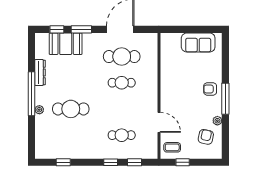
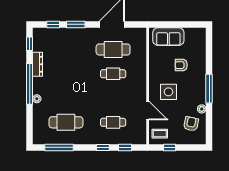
sofa: (198, 42) -> (168, 37), moved
booth: (66, 44) -> (61, 38), removed
window: (31, 50) -> (30, 44), added
armchair: (210, 89) -> (181, 65), moved
side table: (182, 102) -> (168, 92), added
cafe table: (71, 109) -> (66, 122), moved
window: (63, 162) -> (59, 147), width x2.17

